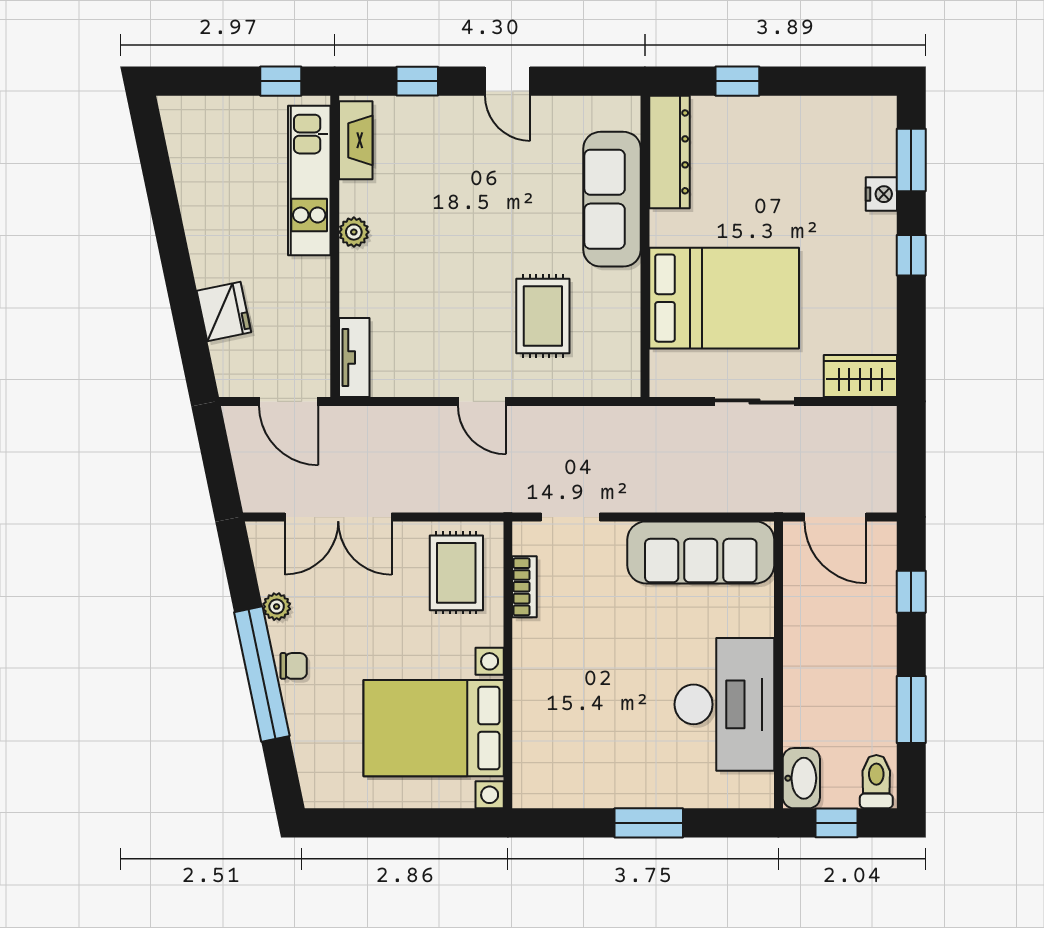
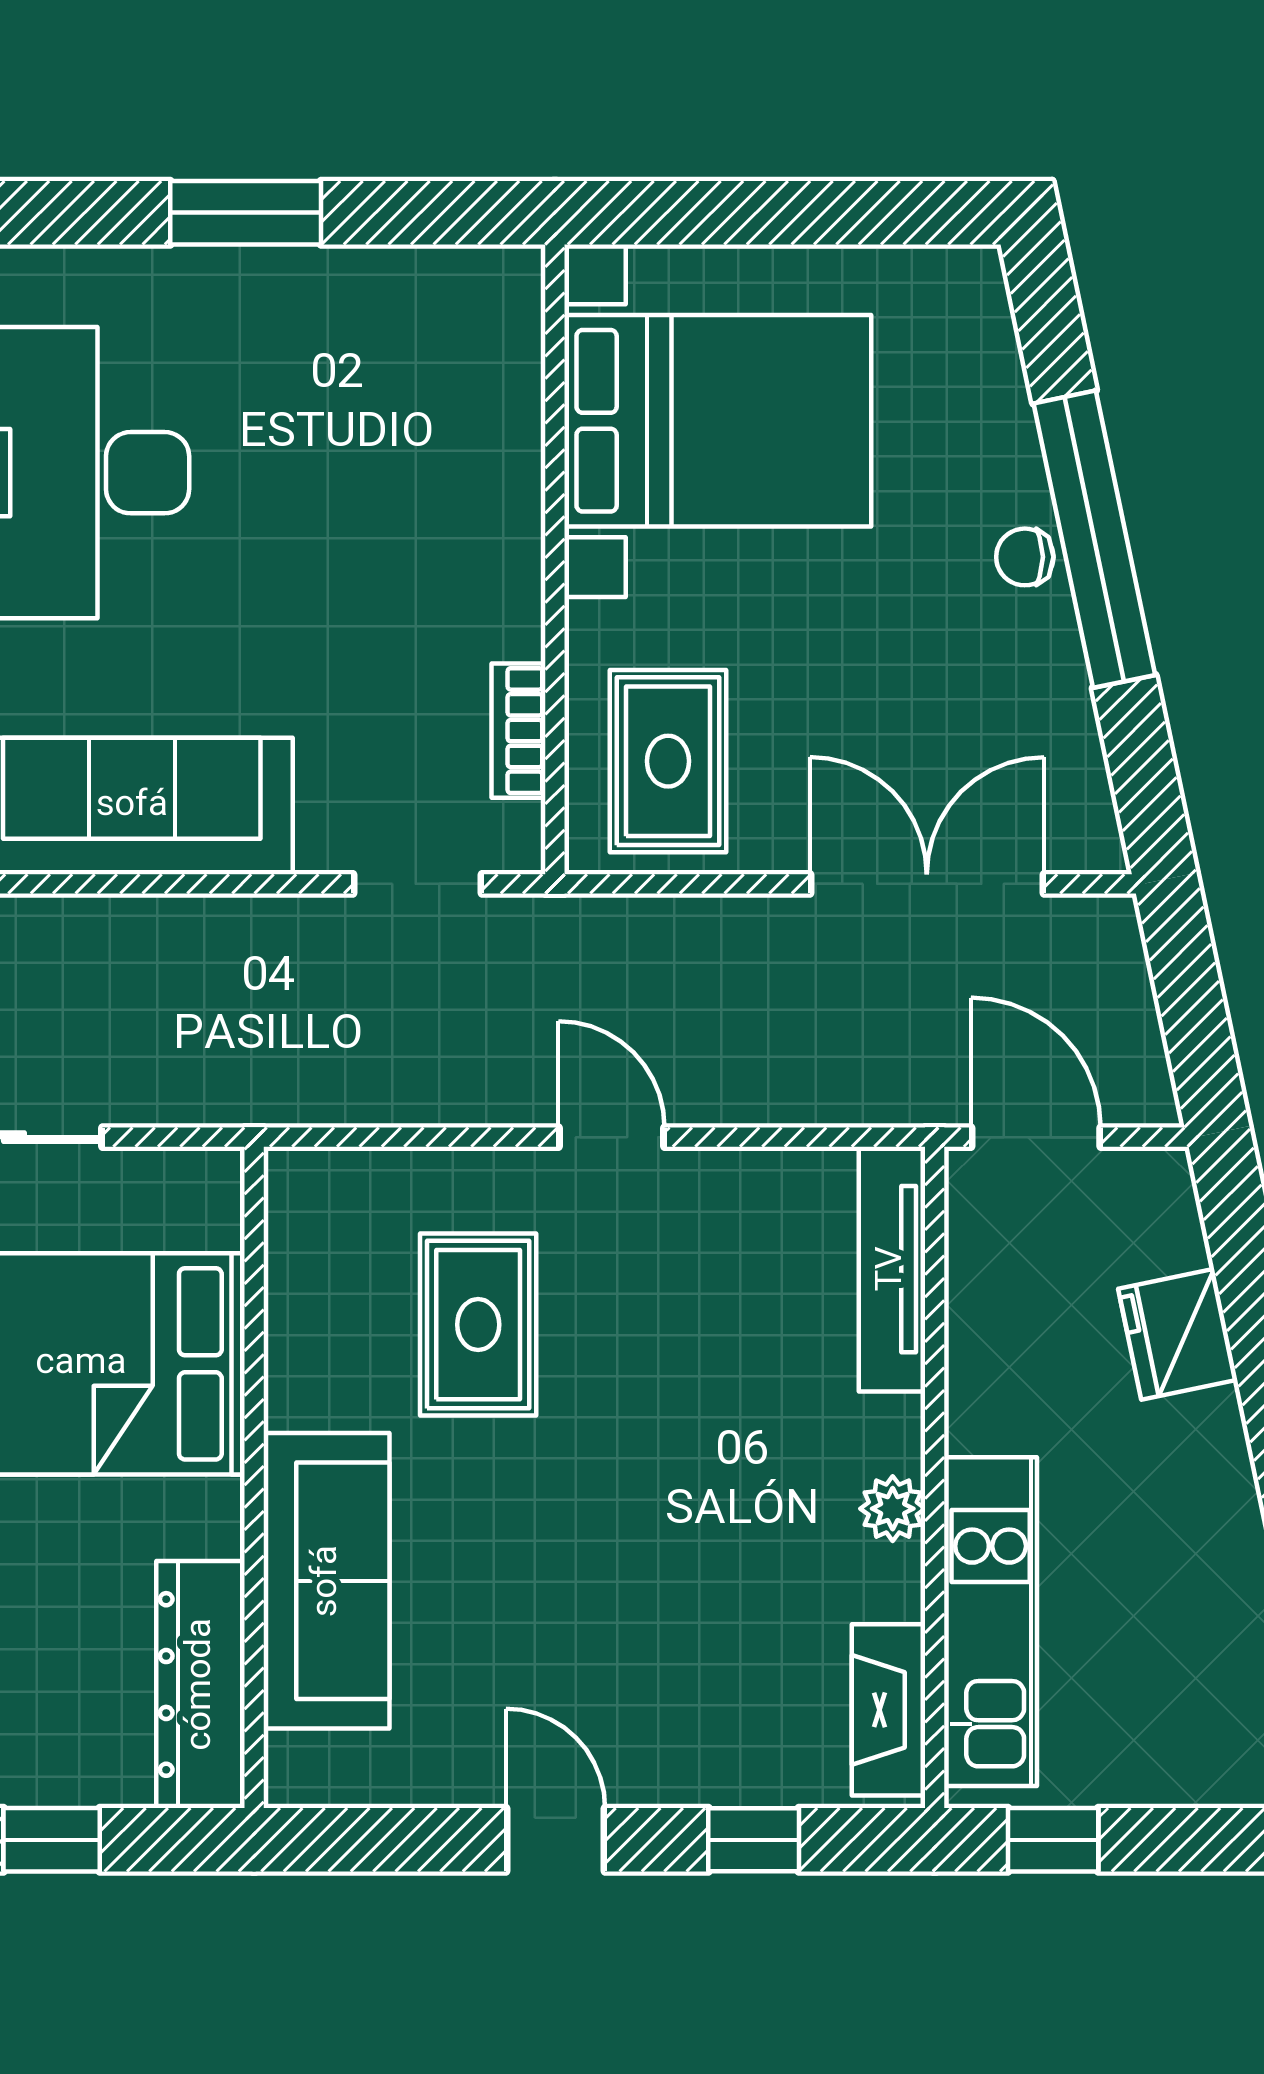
tv unit: (354, 357) -> (892, 1269), width x1.41
plant: (277, 607) -> (1062, 687), removed

